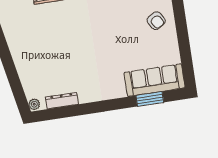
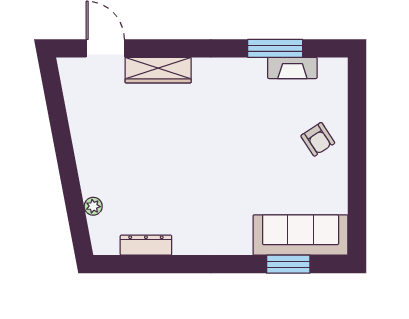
plant: (34, 104) -> (93, 206), moved

